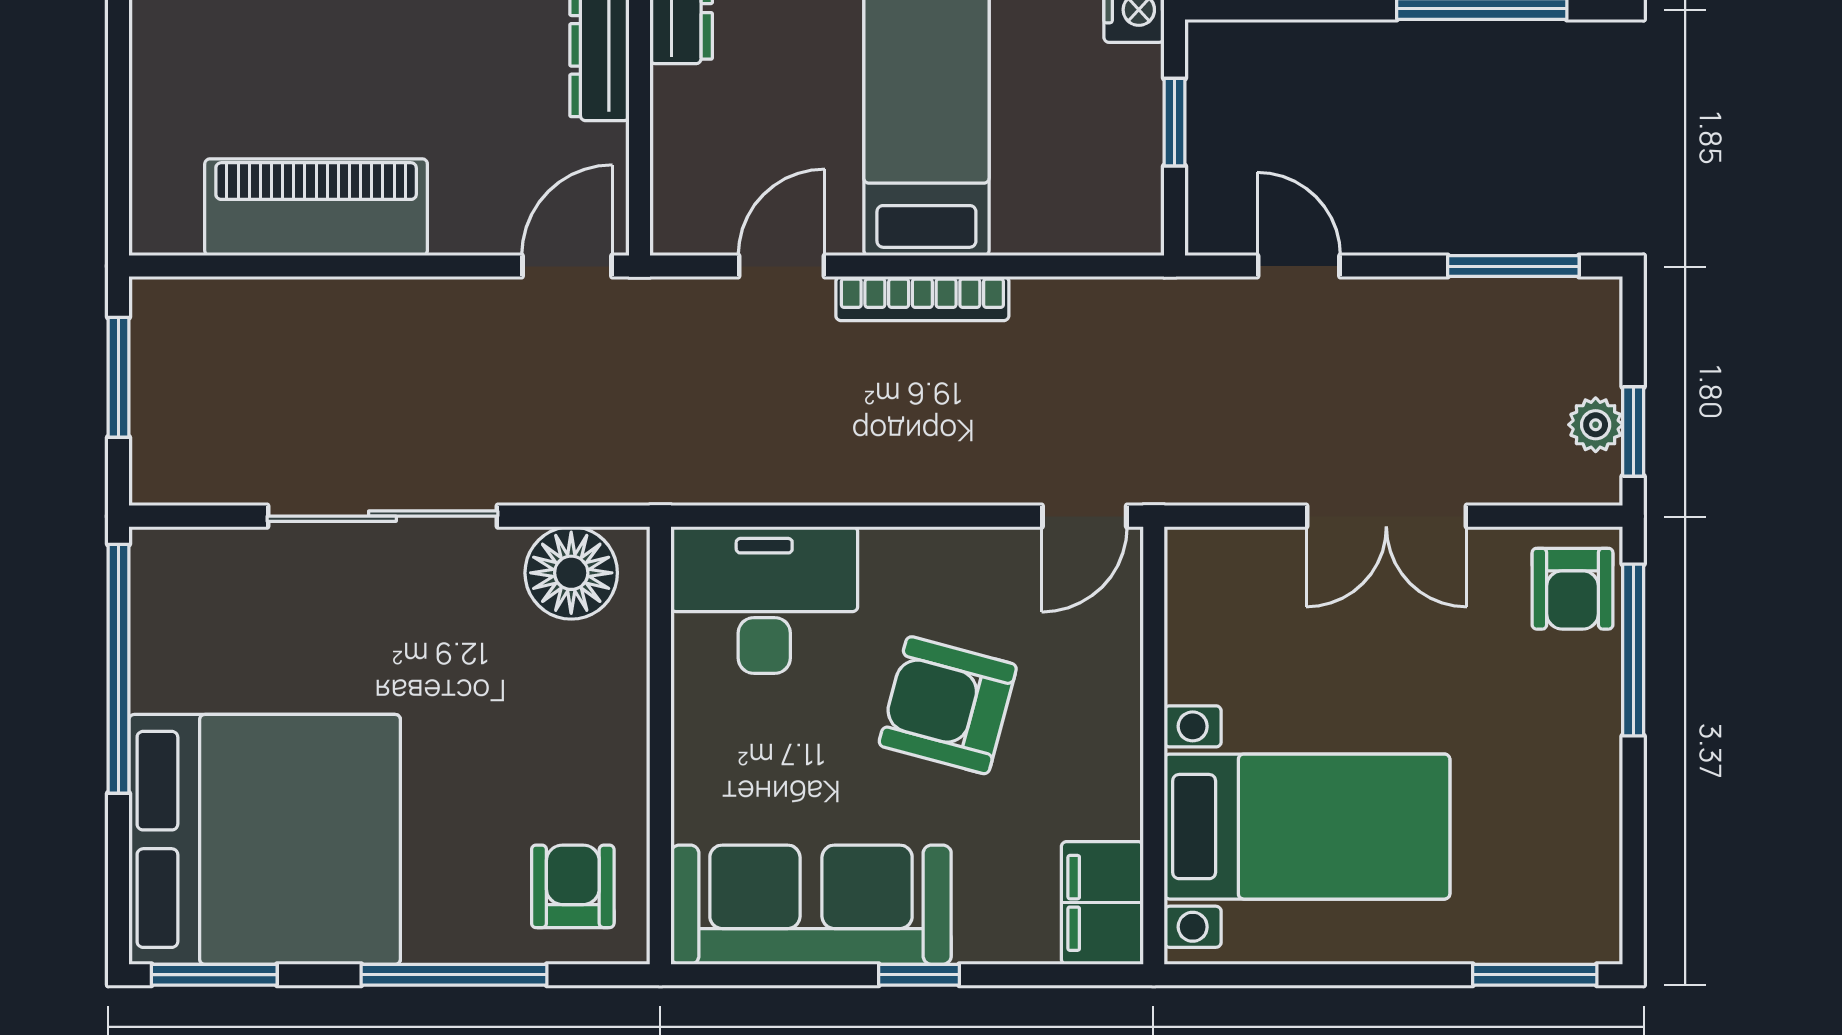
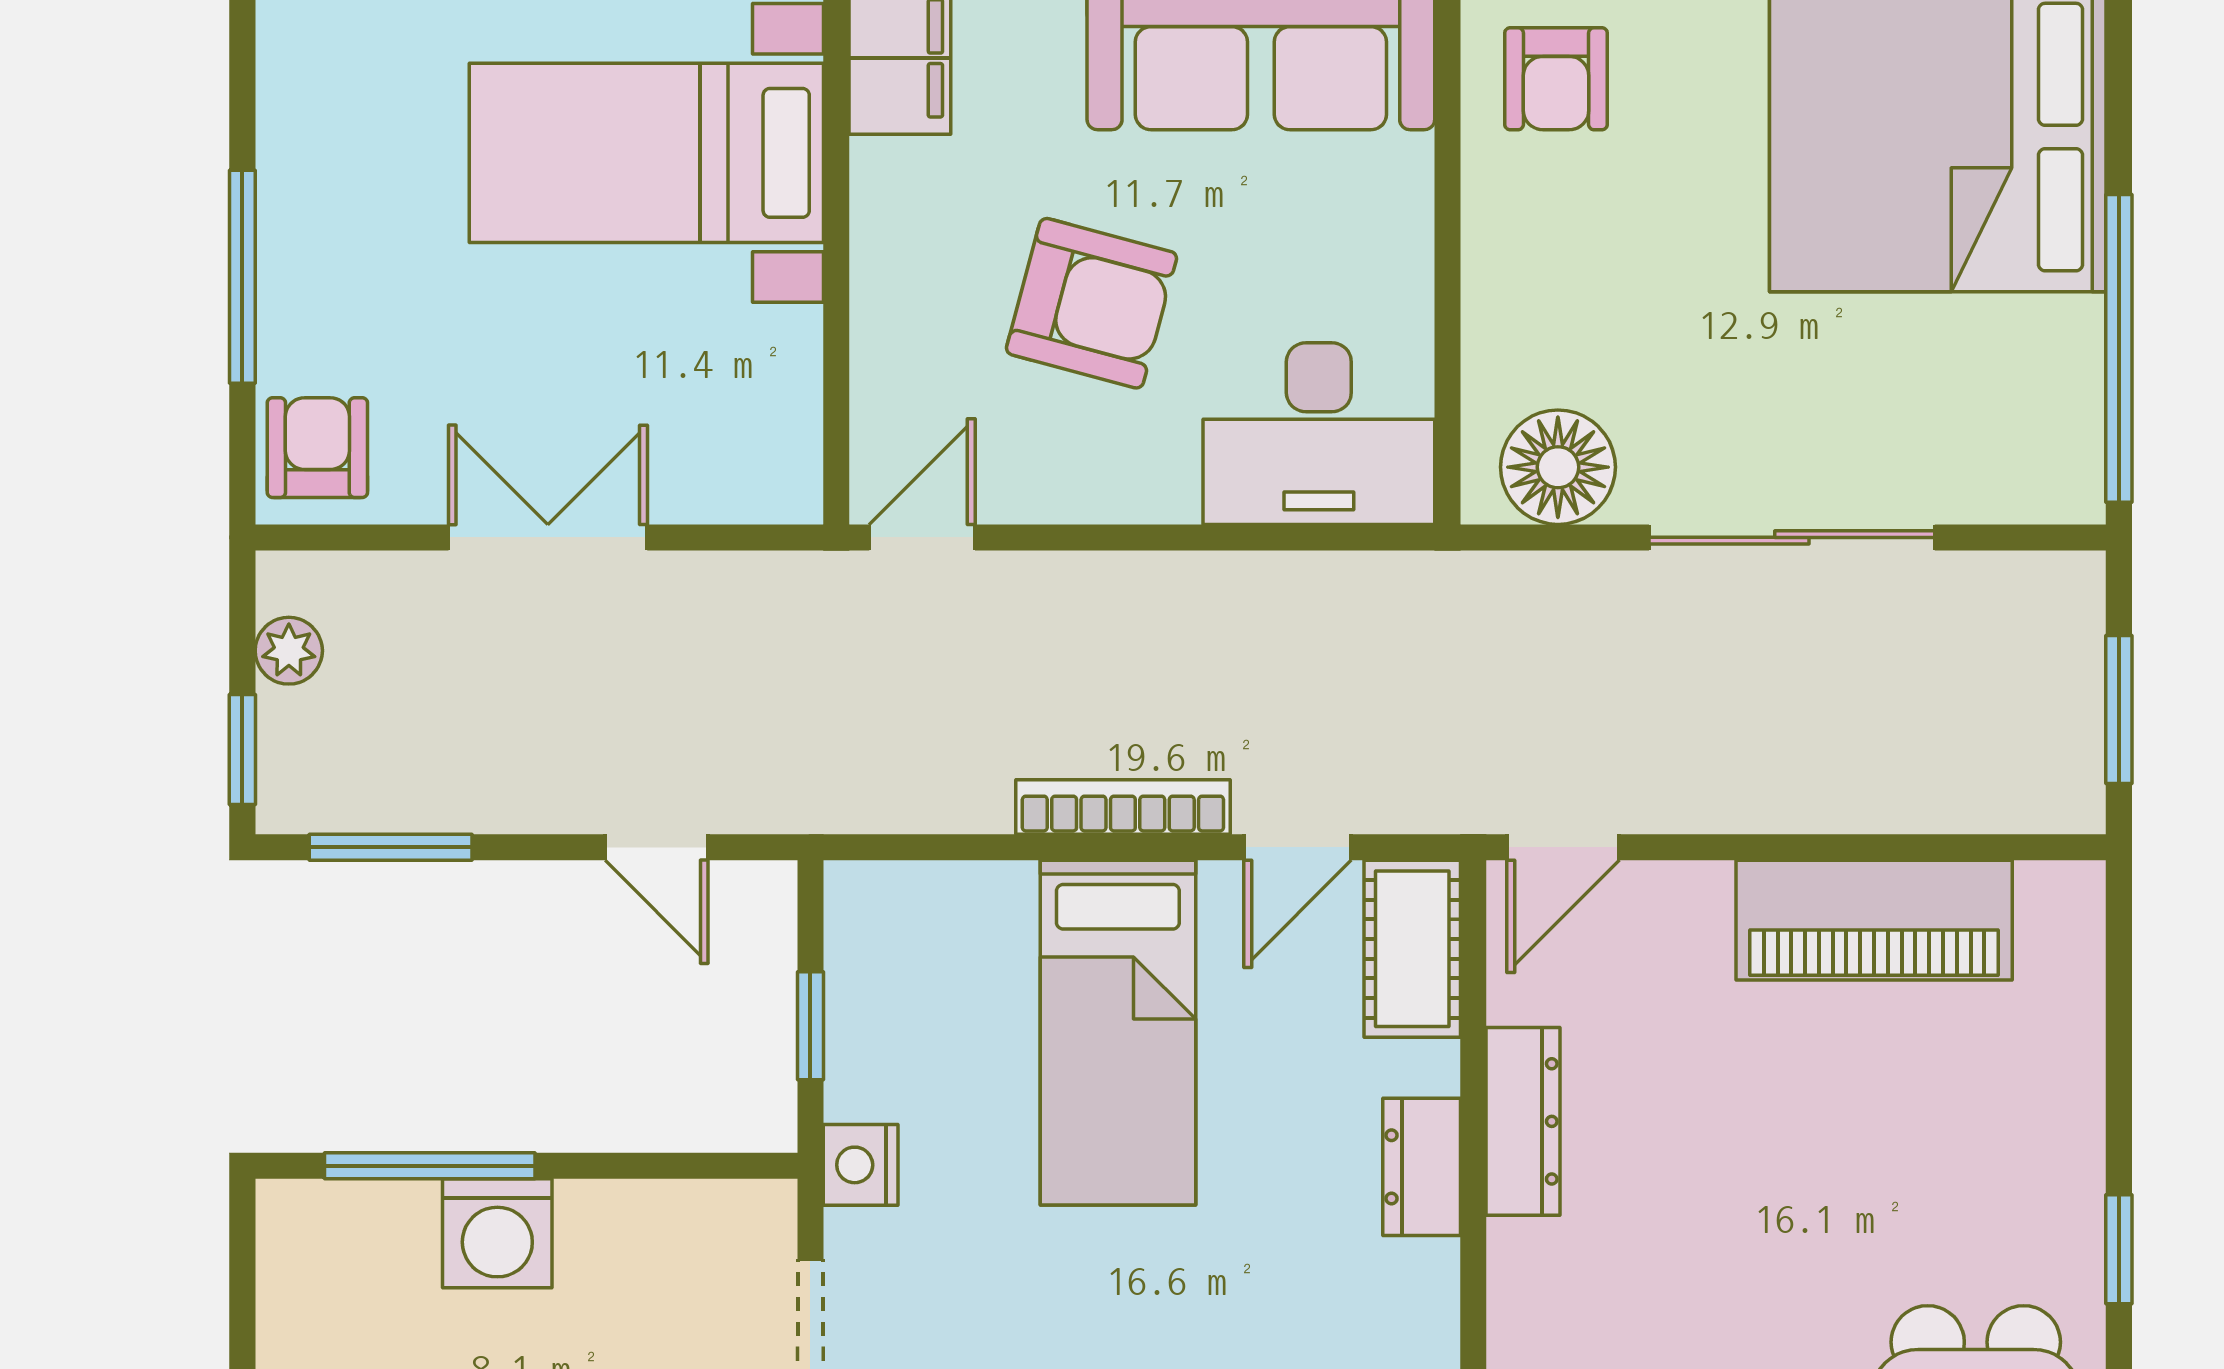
cot: (689, 184) -> (1412, 949), added
window: (1633, 431) -> (242, 749), moved
window: (1633, 650) -> (242, 277), moved

